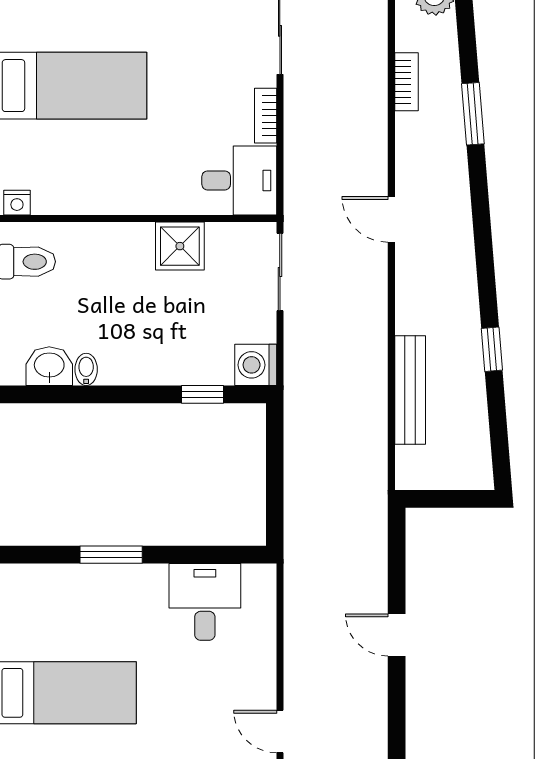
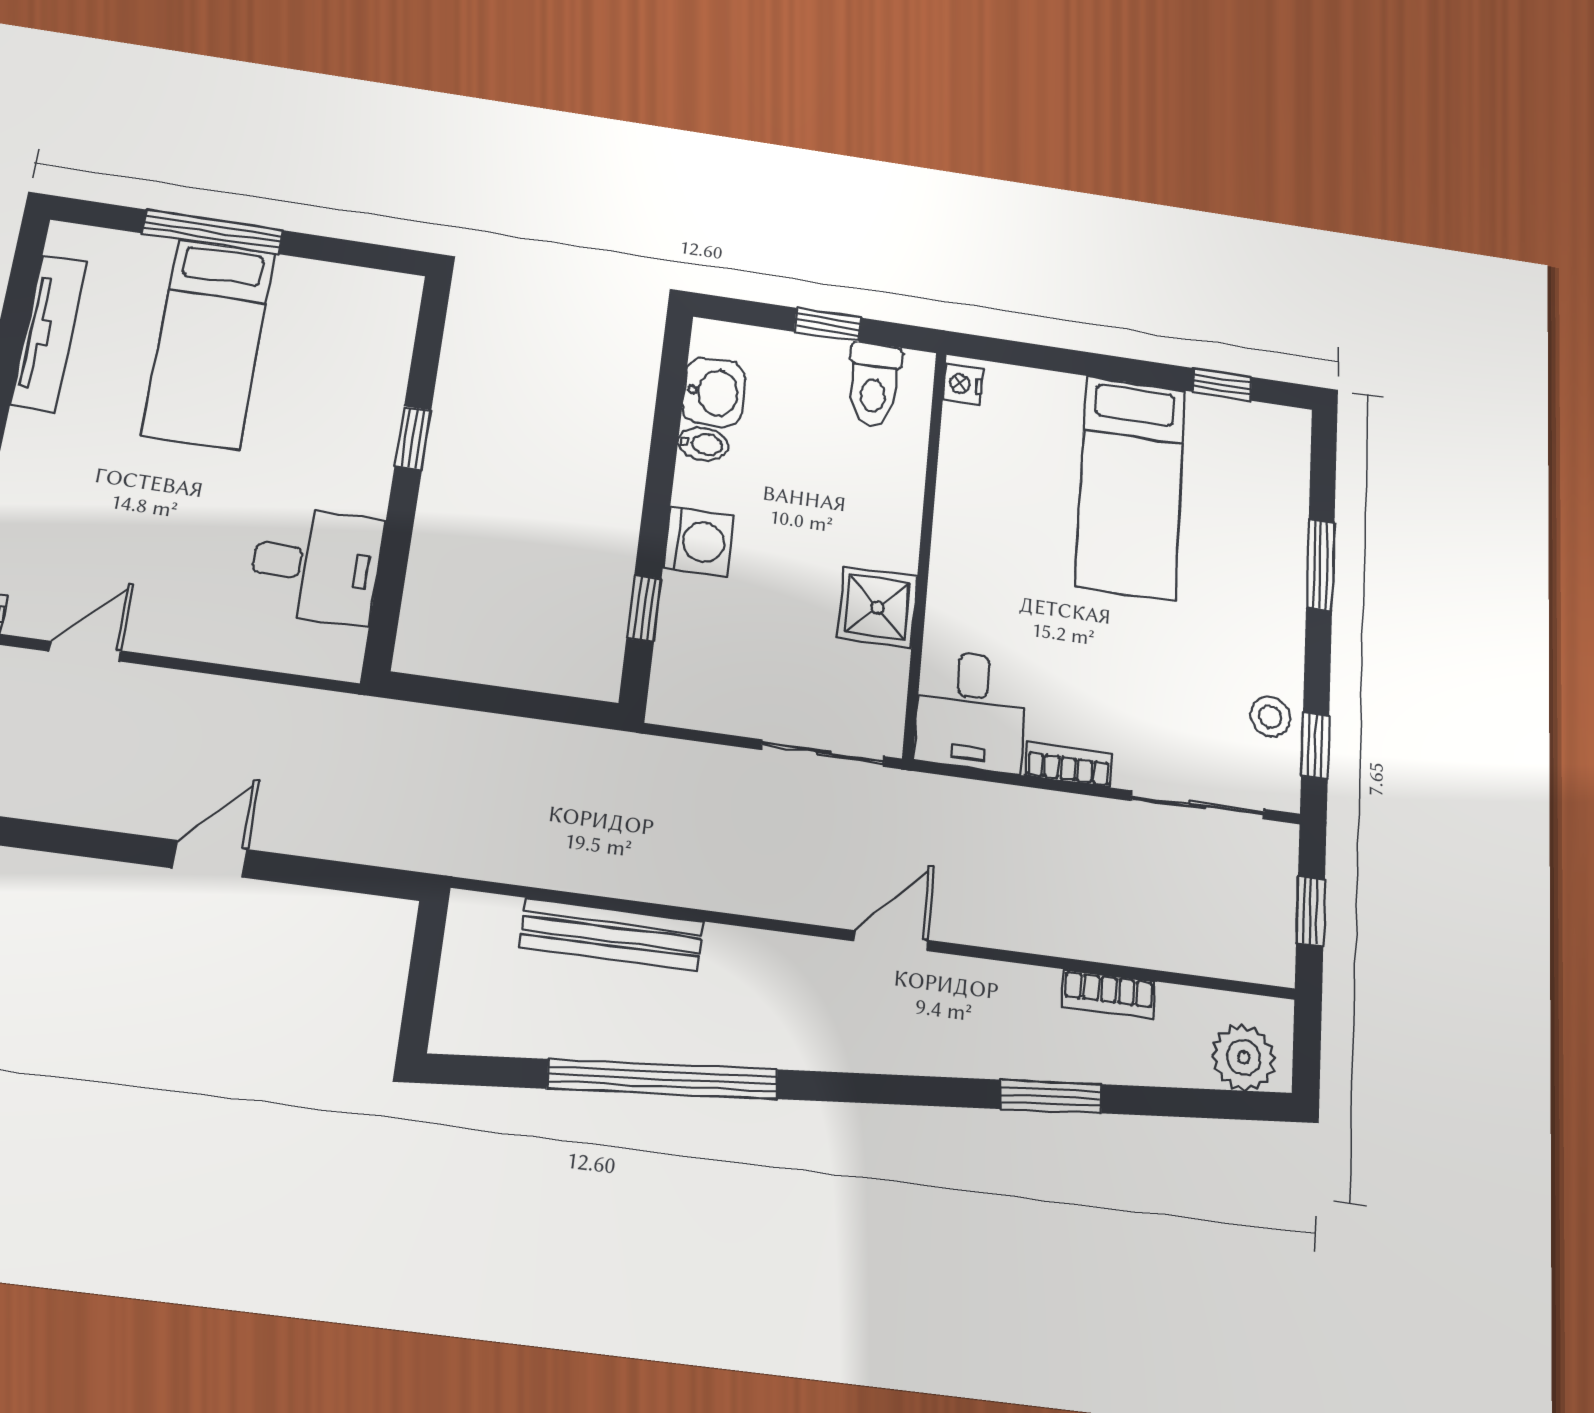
window: (492, 349) -> (663, 1079), width x3.17
washing machine: (256, 365) -> (699, 541), moved, turned 90
window: (111, 555) -> (413, 438), width x0.67

